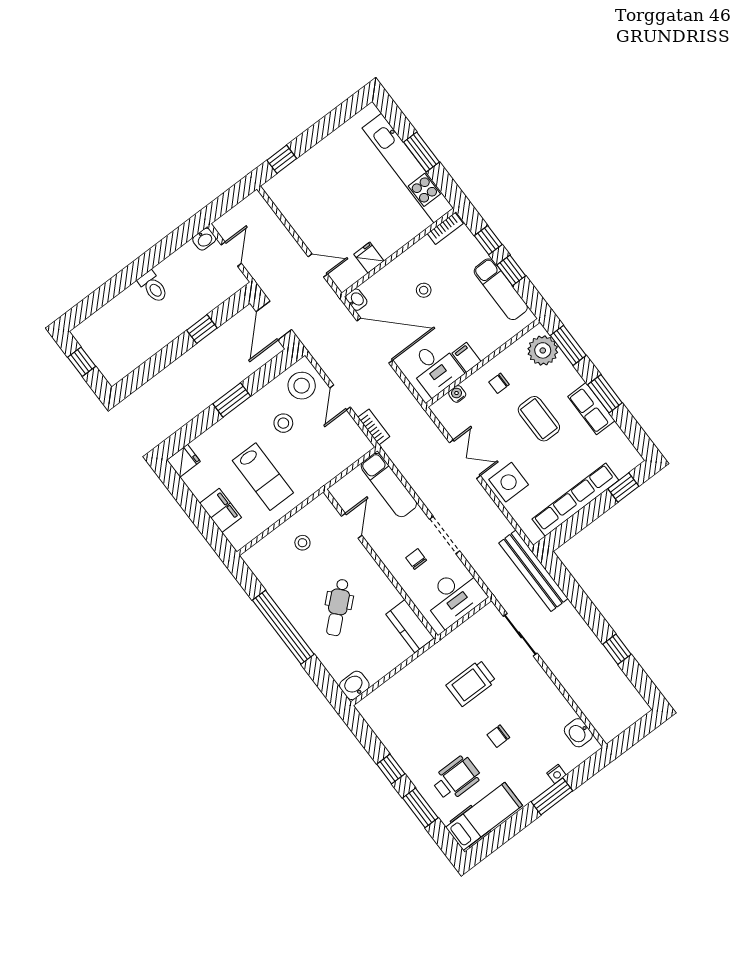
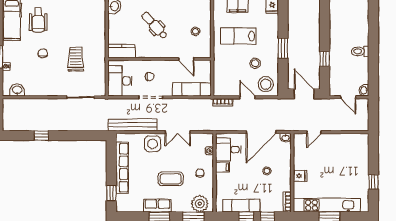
window: (282, 159) -> (373, 182), moved
fridge: (369, 258) -> (300, 176), moved
bench: (533, 571) -> (133, 125), moved

